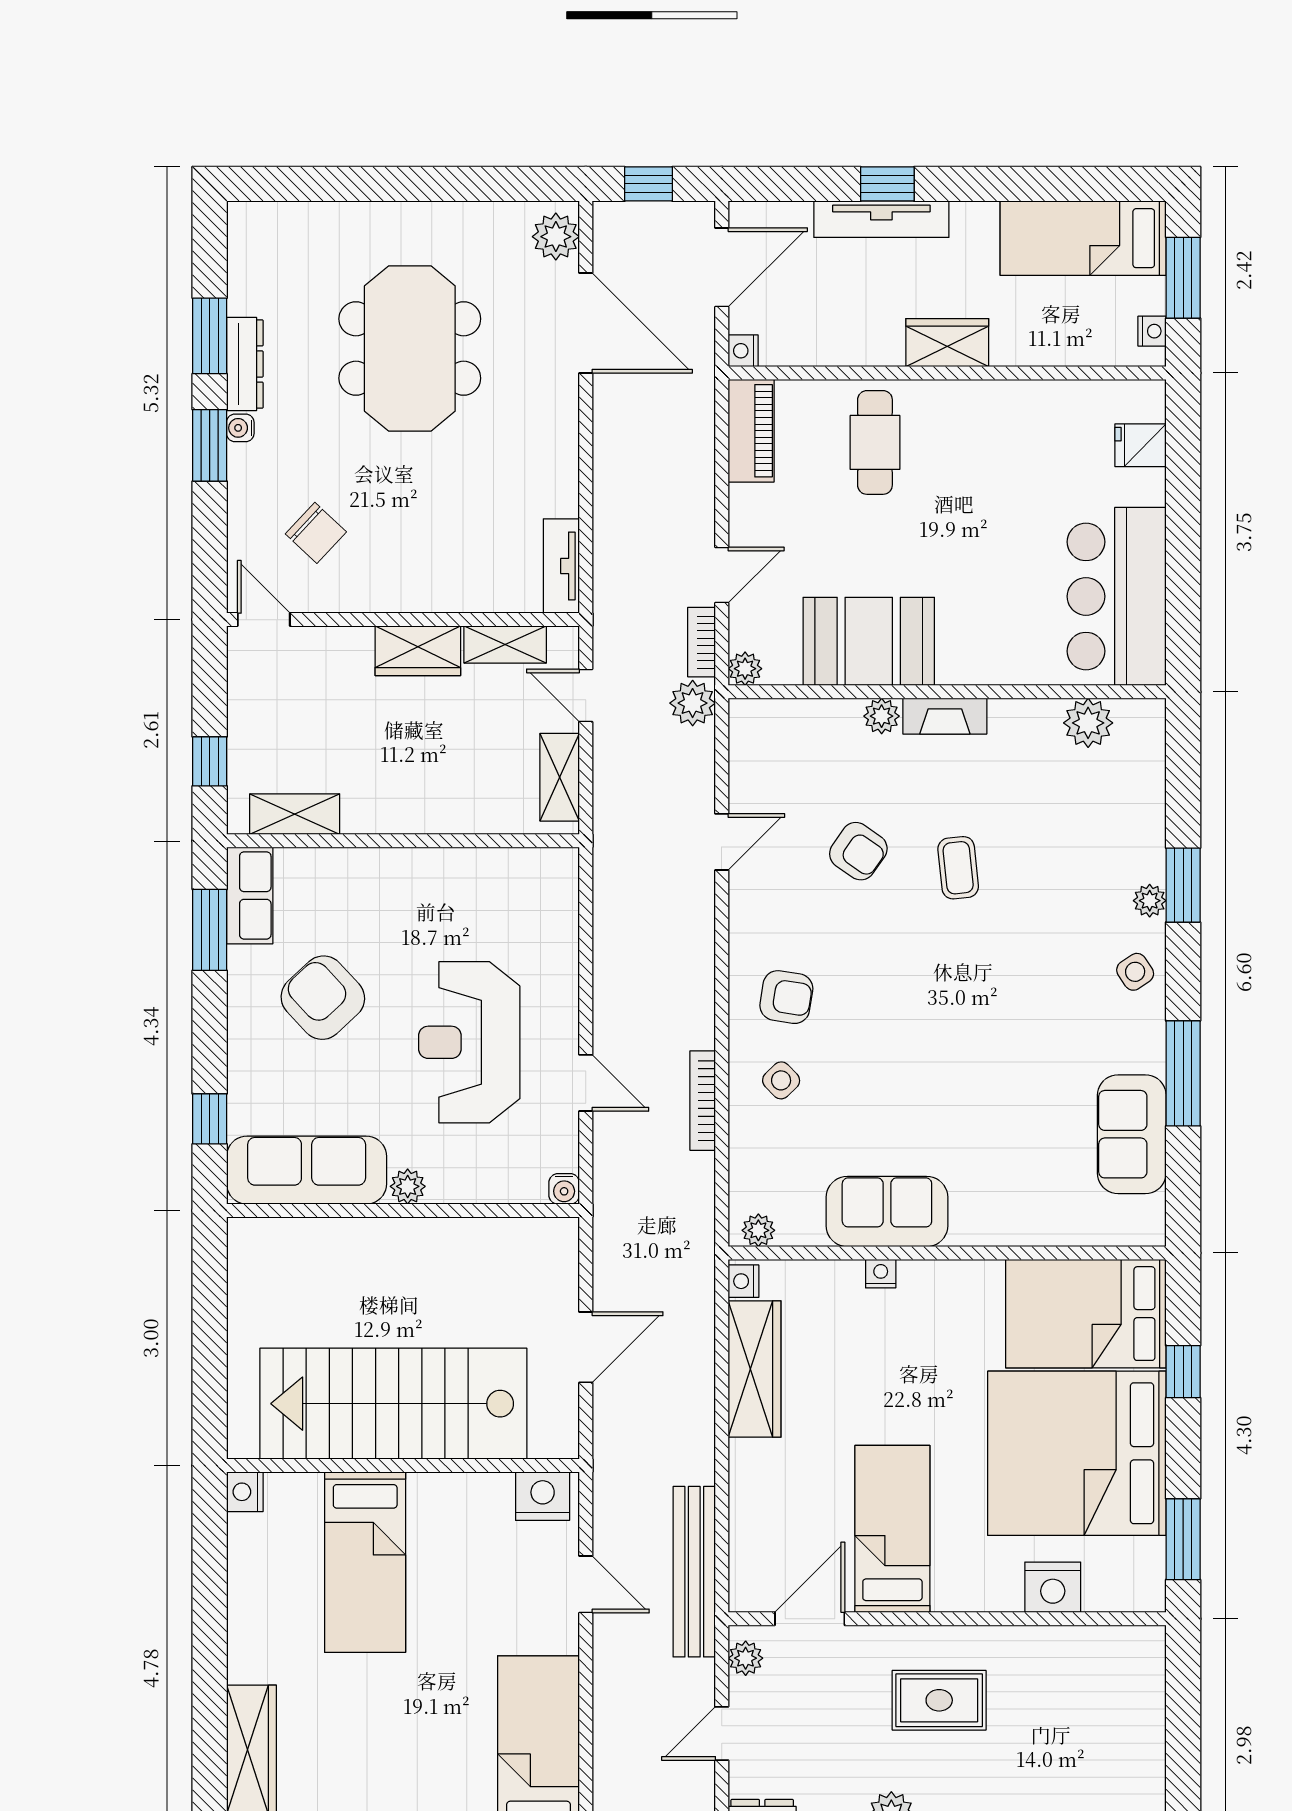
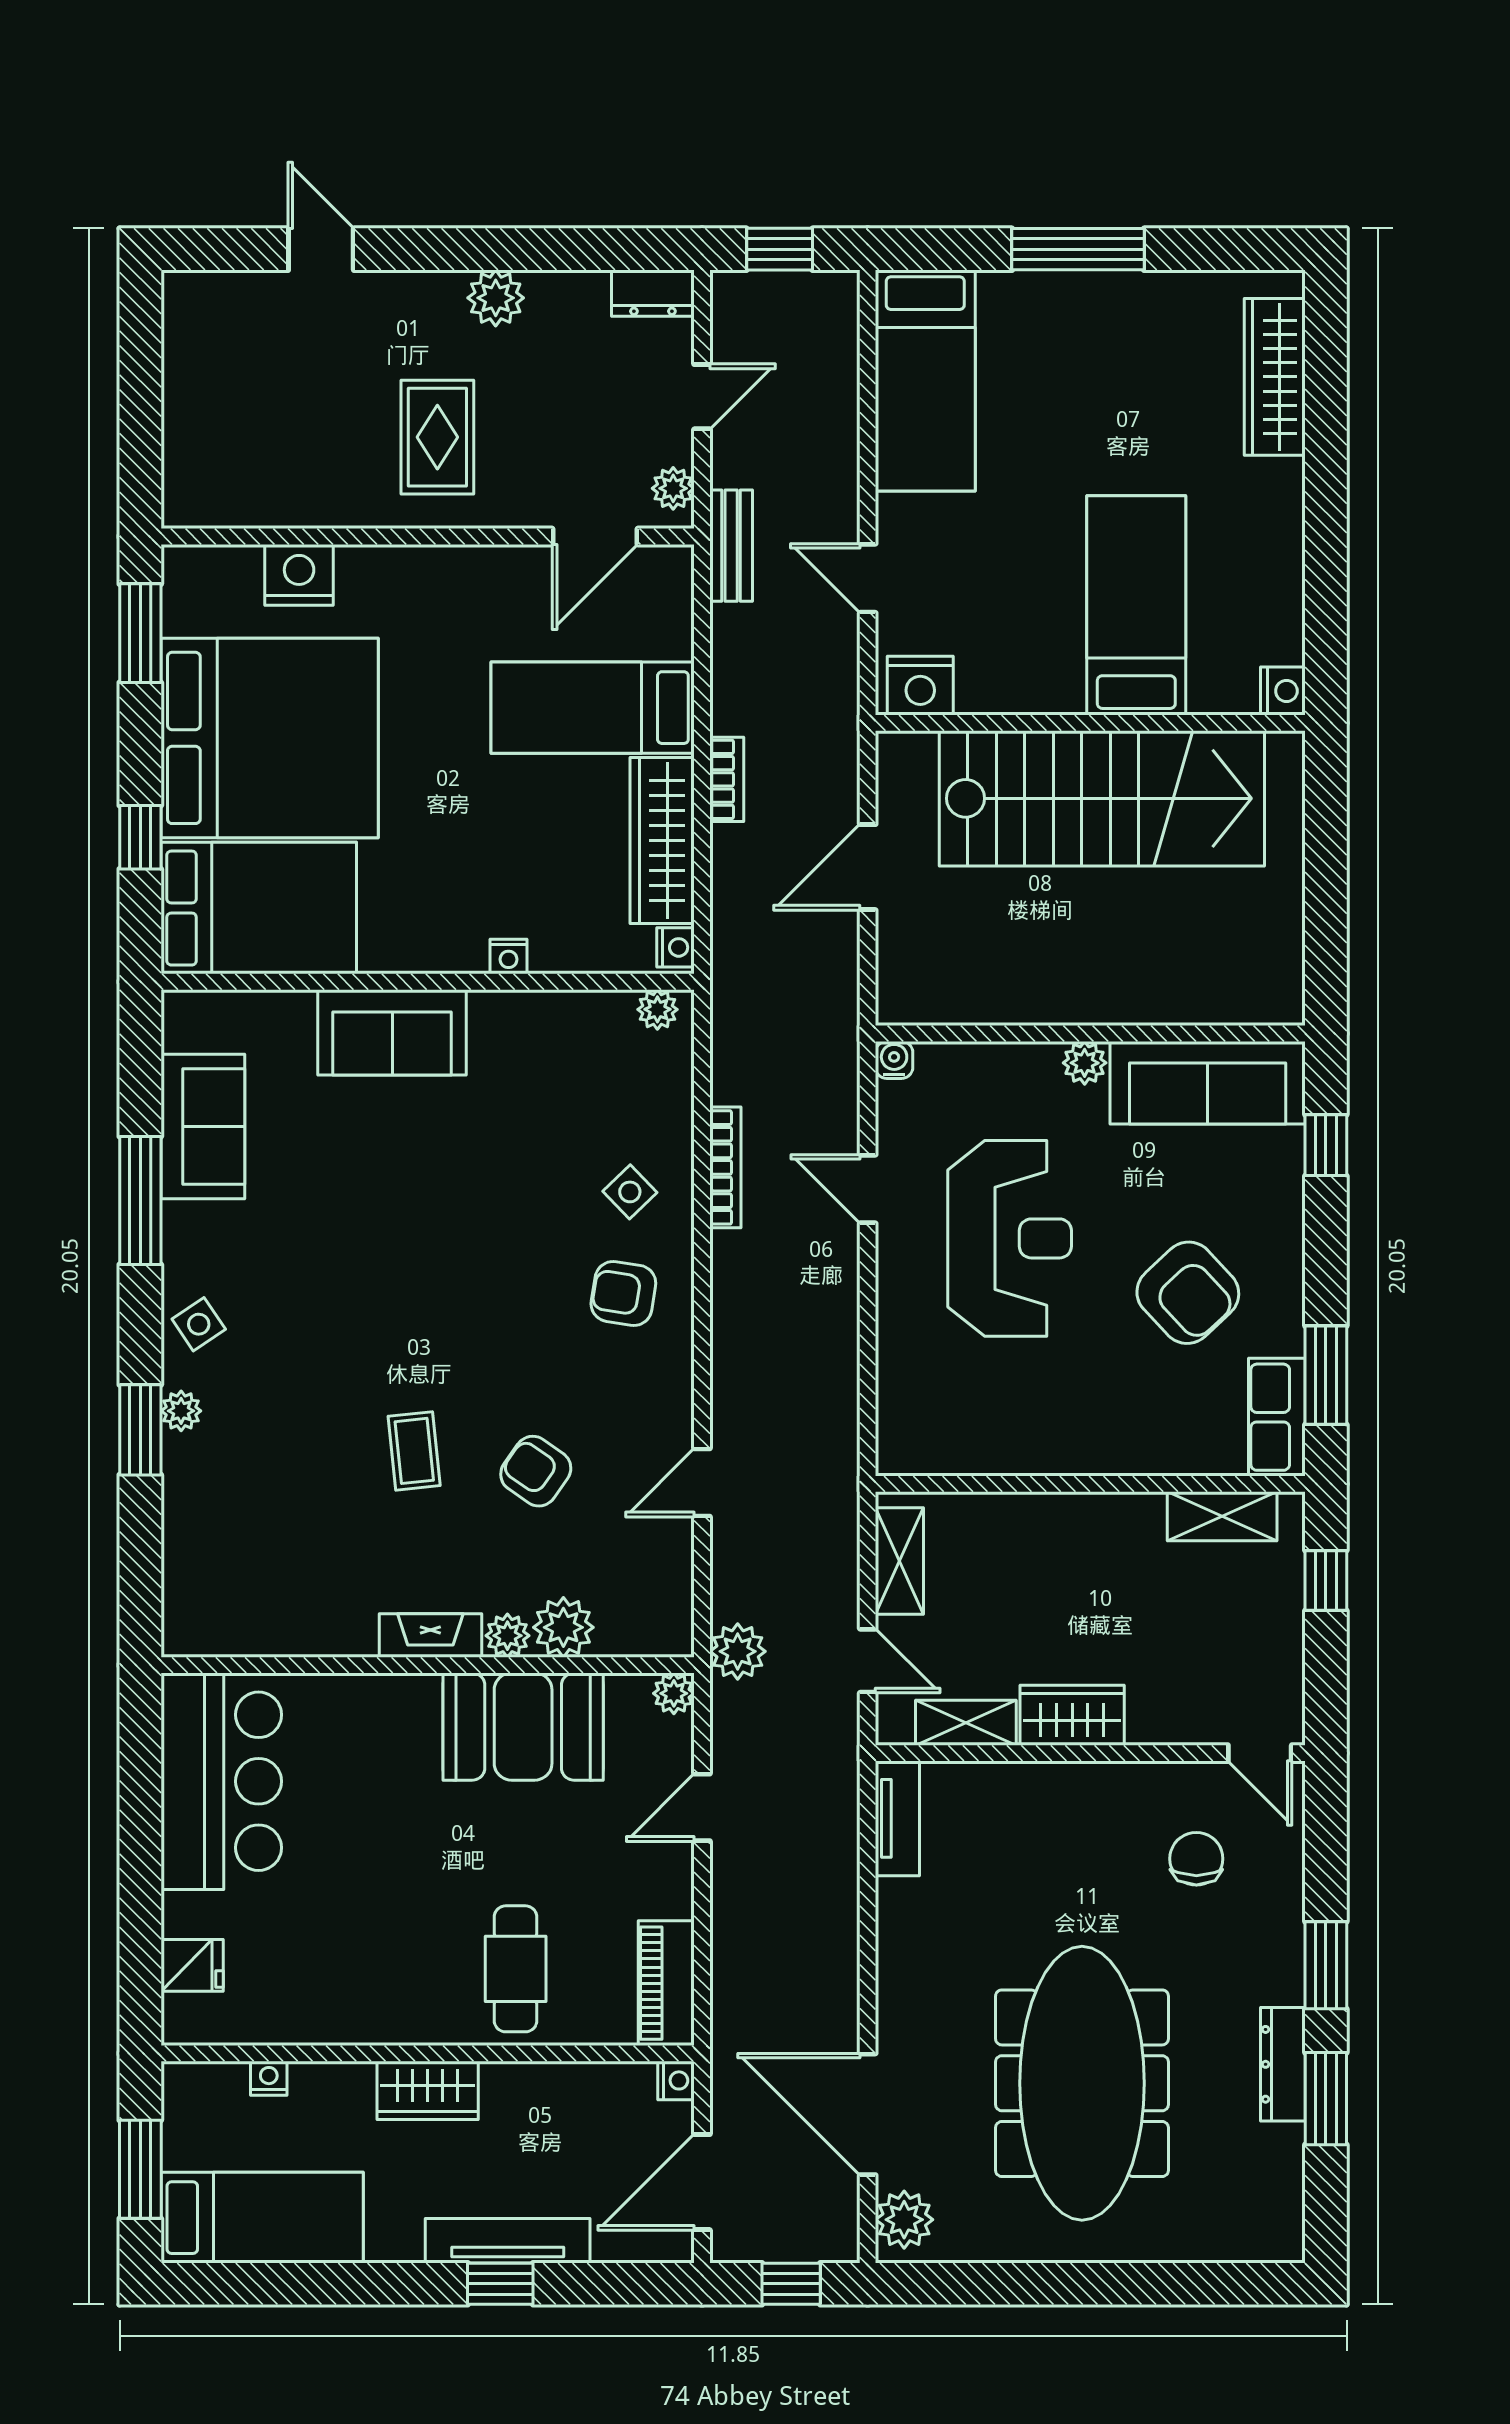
nightstand: (1152, 331) -> (269, 2078), moved, turned 90
meeting table: (410, 349) -> (1082, 2083), width x1.36
water cooler: (240, 428) -> (1288, 1987), removed
chair: (316, 533) -> (1196, 1859), turned 47
bookcase: (702, 642) -> (727, 779), moved
plant: (1088, 723) -> (563, 1627), moved
sofa: (887, 1212) -> (392, 1032), moved
bed: (892, 1529) -> (593, 708), moved, turned 90
bench: (694, 1572) -> (731, 546), width x0.54, depth x0.82
rug: (939, 1700) -> (437, 437), turned 90

